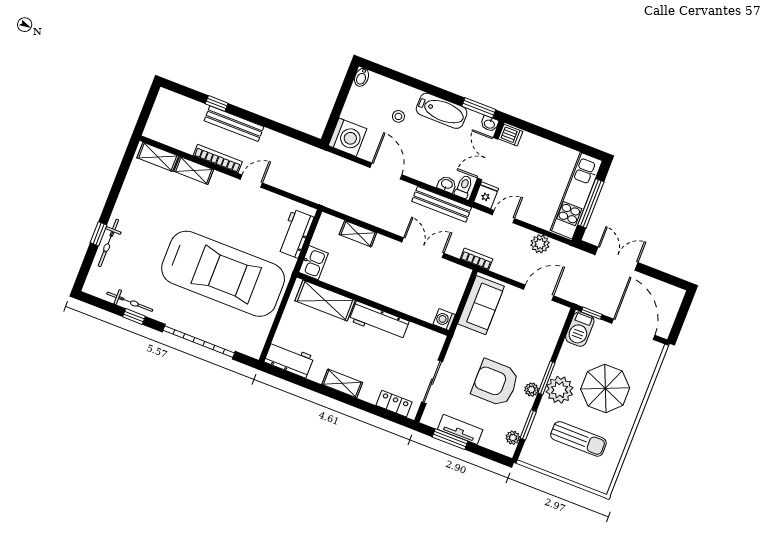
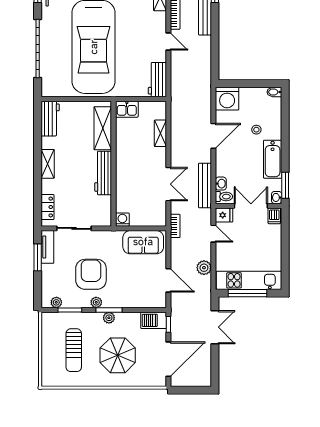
workbench: (295, 234) -> (157, 80), moved, turned -90
plant: (560, 390) -> (109, 318), width x0.53, depth x0.53
tv unit: (460, 429) -> (47, 247), moved

